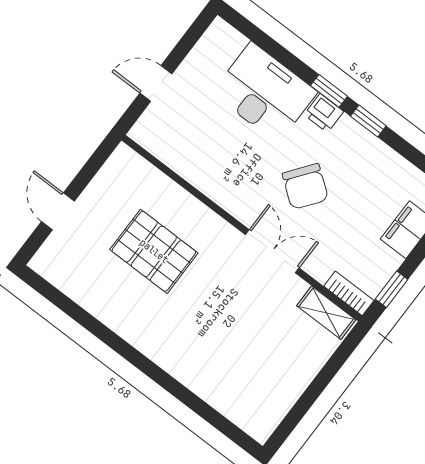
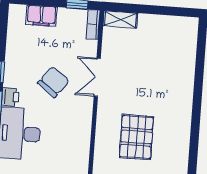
shelving: (326, 313) -> (120, 19), moved, turned 90

